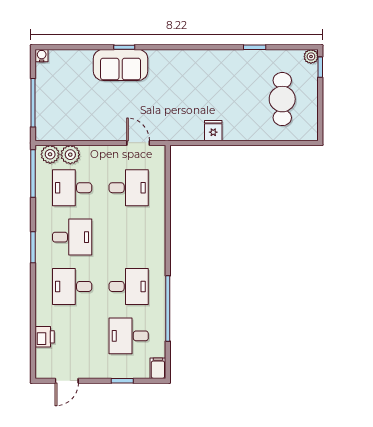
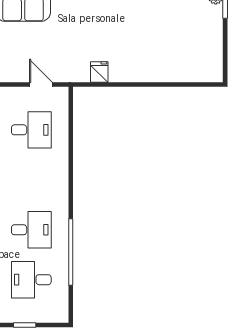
cafe table: (282, 99) -> (187, 40), removed
fridge: (213, 131) -> (99, 72), moved
filing cabinet: (158, 368) -> (61, 312), removed

